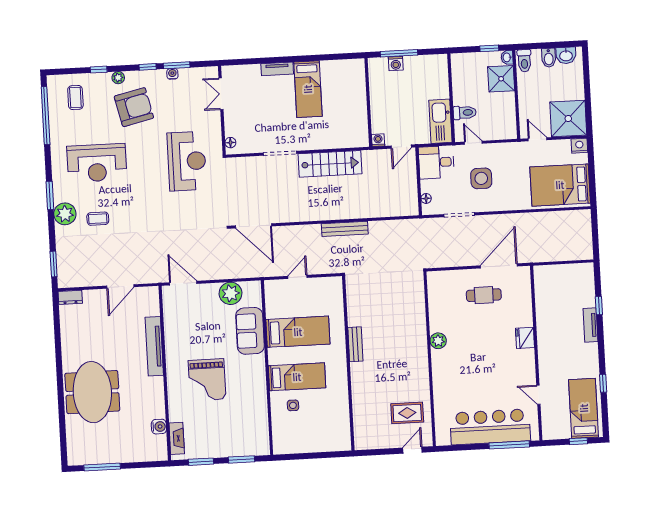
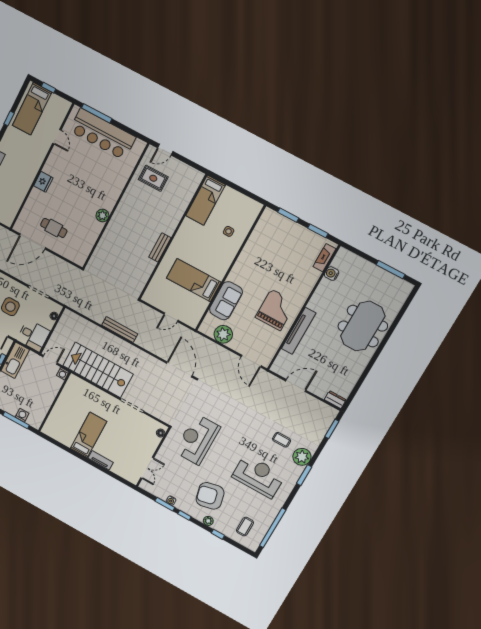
stairs: (330, 164) -> (98, 370), width x1.36, depth x1.51
bed: (297, 377) -> (206, 200), moved, turned -90
grand piano: (207, 380) -> (276, 310), moved

